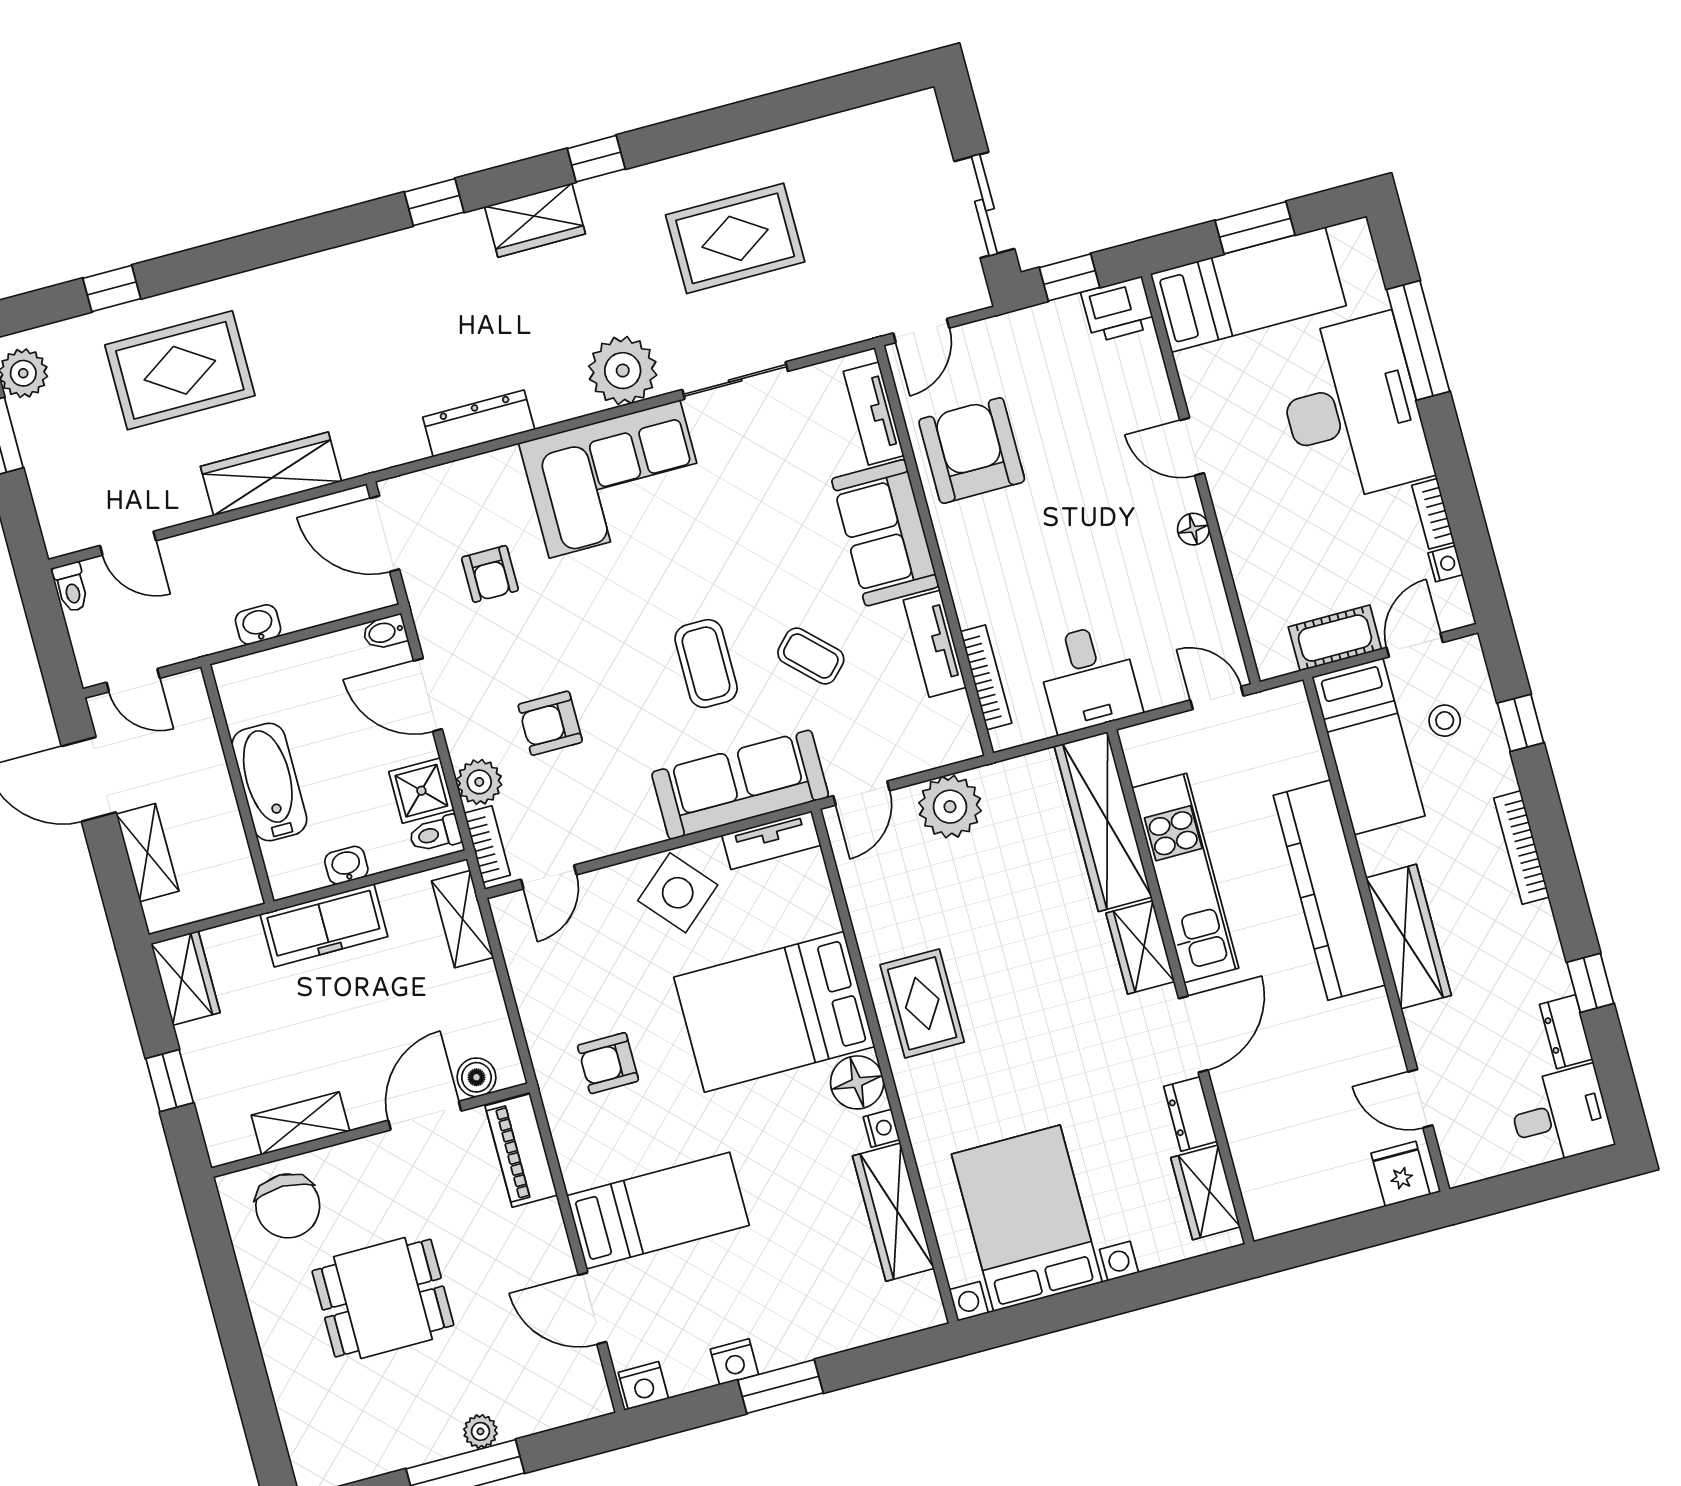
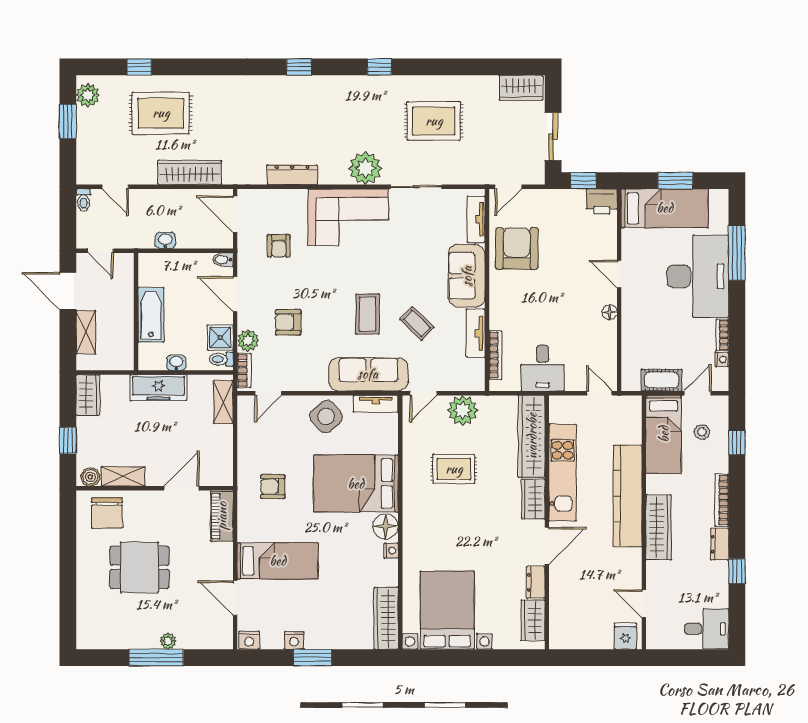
wardrobe: (535, 220) -> (521, 88), moved
rug: (922, 1003) -> (454, 469), moved, turned 90
dresser: (1566, 1032) -> (720, 544), moved
boiler: (476, 1077) -> (90, 477), moved
wardrobe: (893, 1212) -> (386, 618), moved

